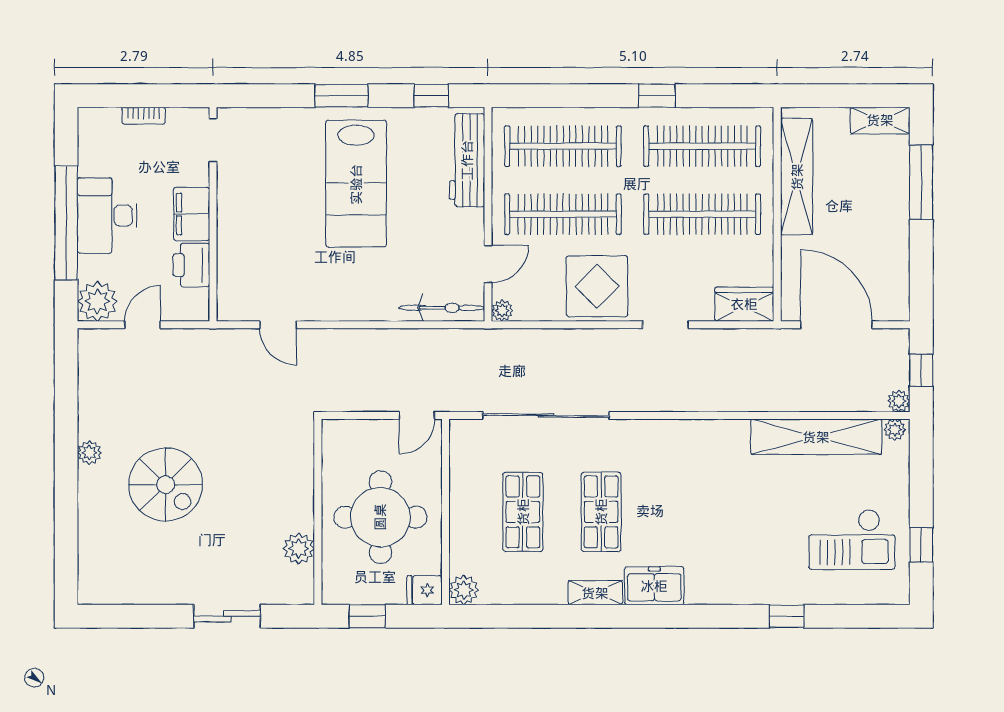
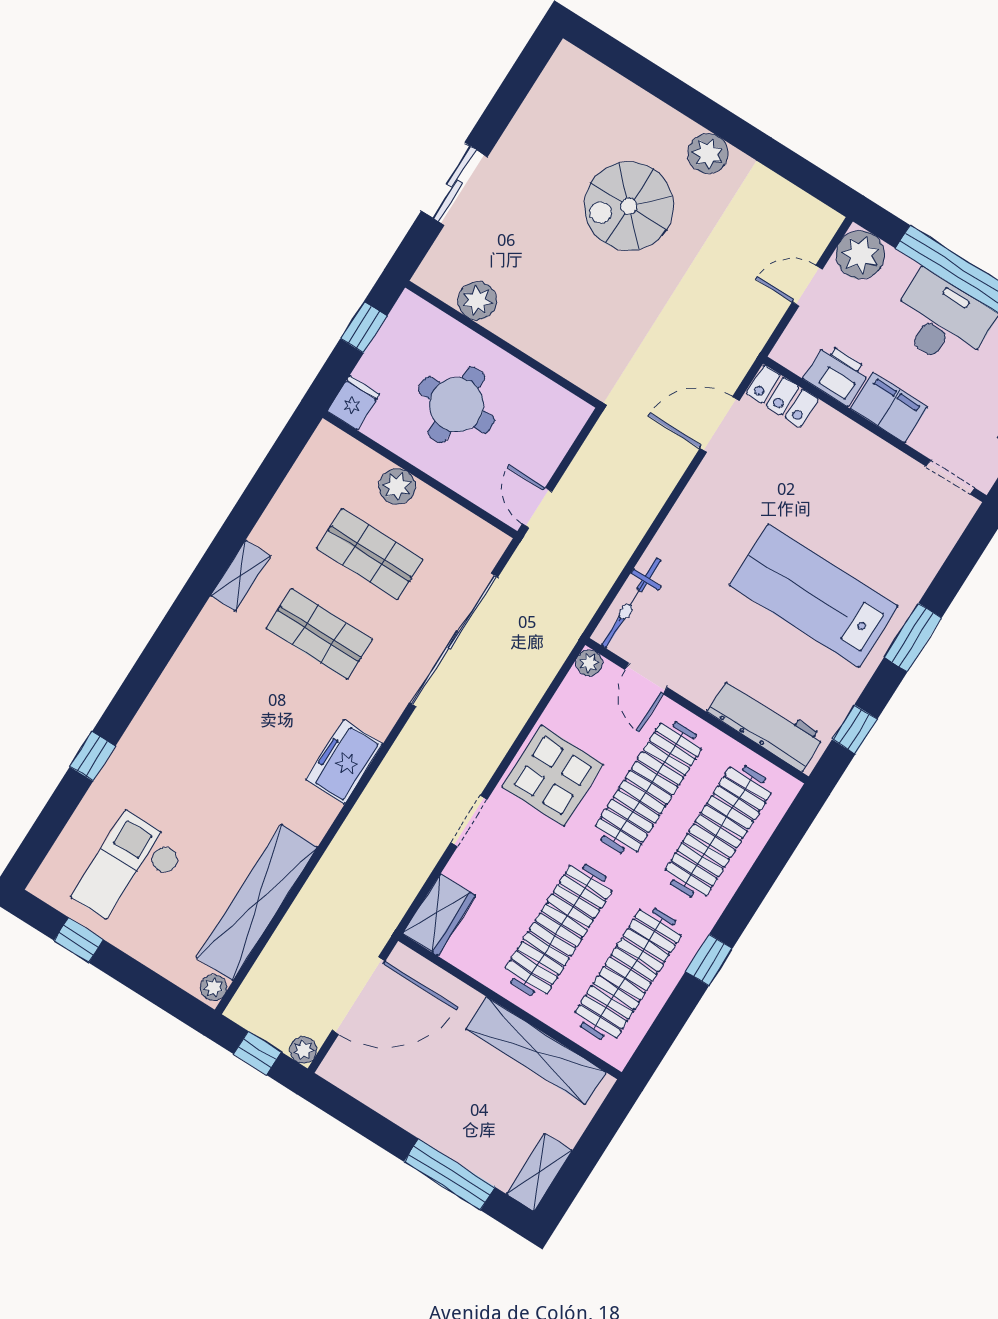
locker: (231, 293) -> (783, 396), added
door: (143, 325) -> (807, 286), swing flipped
door: (278, 325) -> (720, 424), width x1.38
plant: (899, 401) -> (303, 1050), moved
plant: (89, 453) -> (708, 153), width x1.38, depth x1.38
round table: (380, 517) -> (457, 405), width x0.73, depth x0.73
freezer: (654, 586) -> (344, 762), moved, turned 180
plant: (464, 590) -> (397, 486), moved

